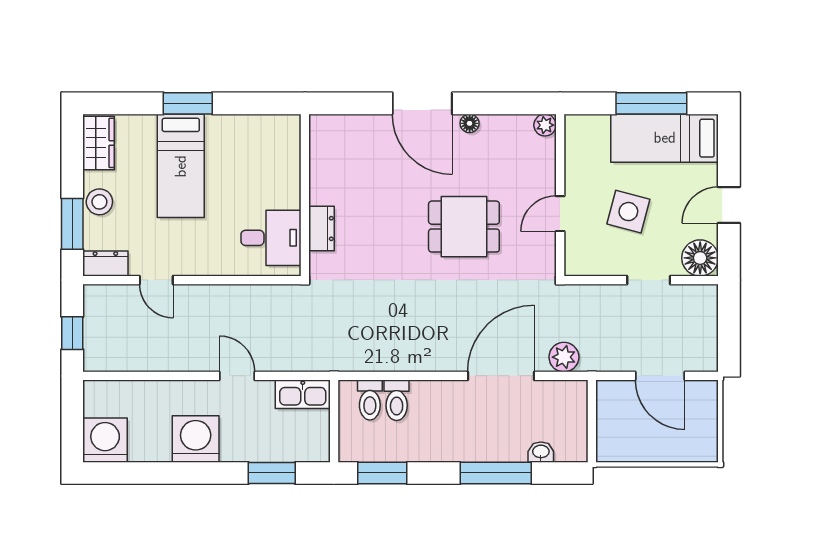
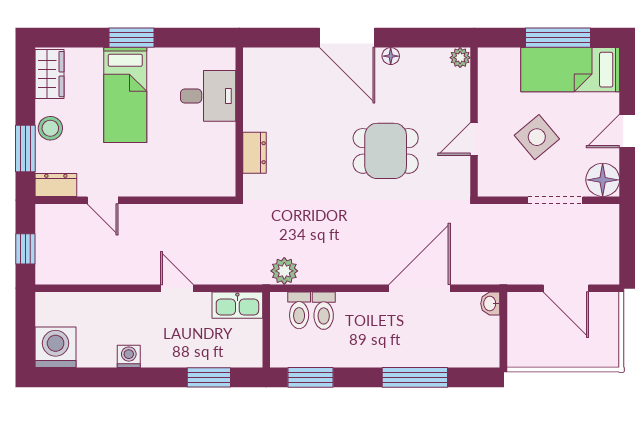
side table: (628, 212) -> (537, 137), turned 35
desk: (271, 238) -> (208, 96), moved
doorway: (649, 280) -> (555, 200), width x1.38
plant: (564, 357) -> (284, 271), moved
washing machine: (196, 439) -> (129, 356), width x0.53, depth x0.53
washbasin: (541, 452) -> (490, 304), moved, turned -90

